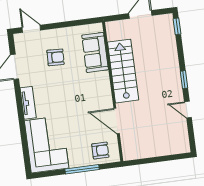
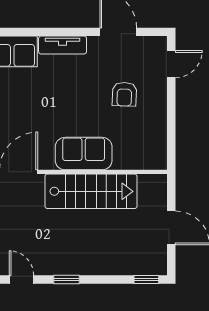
sofa: (95, 52) -> (84, 154), moved
door: (188, 110) -> (21, 280), hinge flipped

